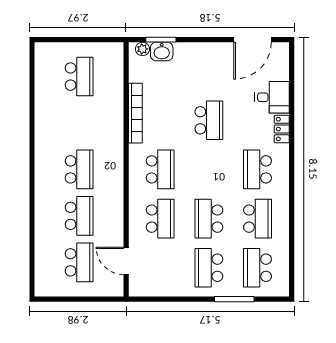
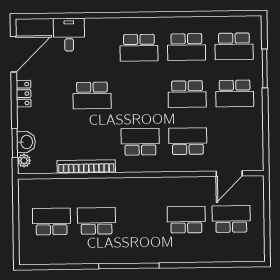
door: (253, 40) -> (14, 54), hinge flipped
school desk: (209, 120) -> (92, 95), turned 180
locker: (282, 129) -> (24, 94), moved, turned -90
window: (32, 156) -> (129, 266), added
school desk: (79, 169) -> (96, 221), moved
school desk: (258, 219) -> (186, 47), turned 180

